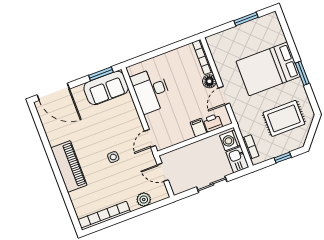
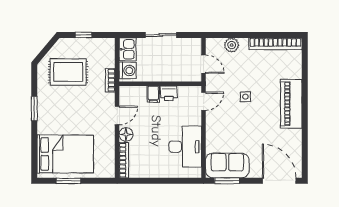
bed: (268, 69) -> (65, 154), moved
printer: (213, 123) -> (169, 93), moved
bookcase: (251, 147) -> (110, 80), moved

